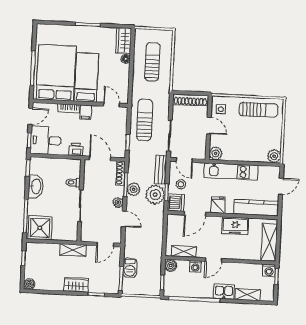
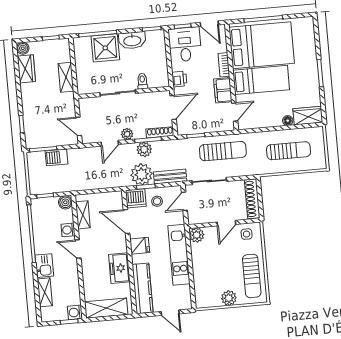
filing cabinet: (86, 112) -> (223, 90), width x2.00
plant: (274, 156) -> (229, 298), moved
shower: (40, 228) -> (105, 48), moved
shelving: (73, 250) -> (66, 77), moved
wardrobe: (76, 285) -> (26, 69), moved

